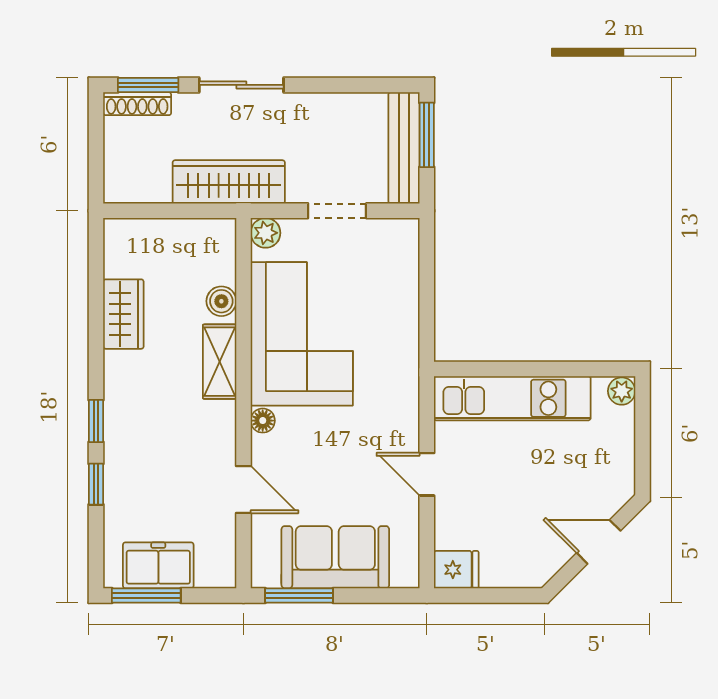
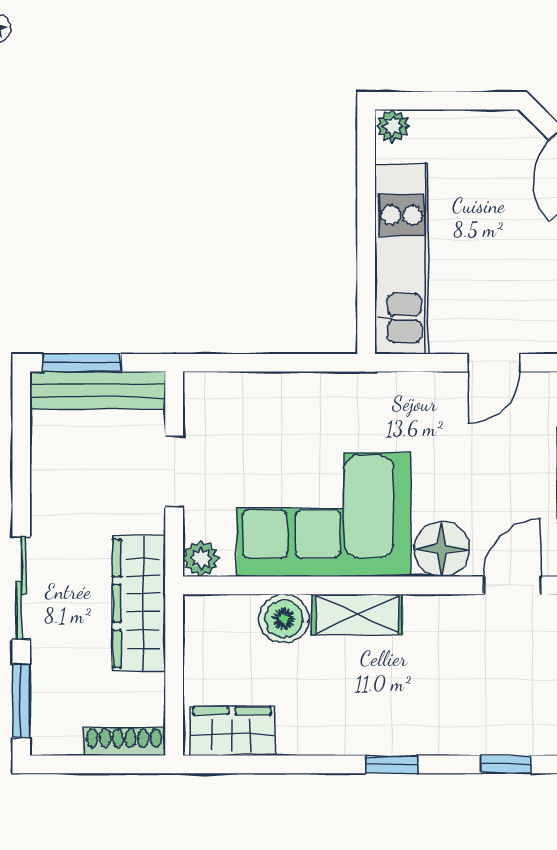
shoe rack: (137, 104) -> (124, 742), moved, turned -90
boiler: (221, 301) -> (284, 619), width x1.36, depth x1.36
wardrobe: (123, 314) -> (232, 731), moved
window: (96, 421) -> (392, 764), moved
floor lamp: (263, 421) -> (442, 549), width x1.89, depth x1.89

